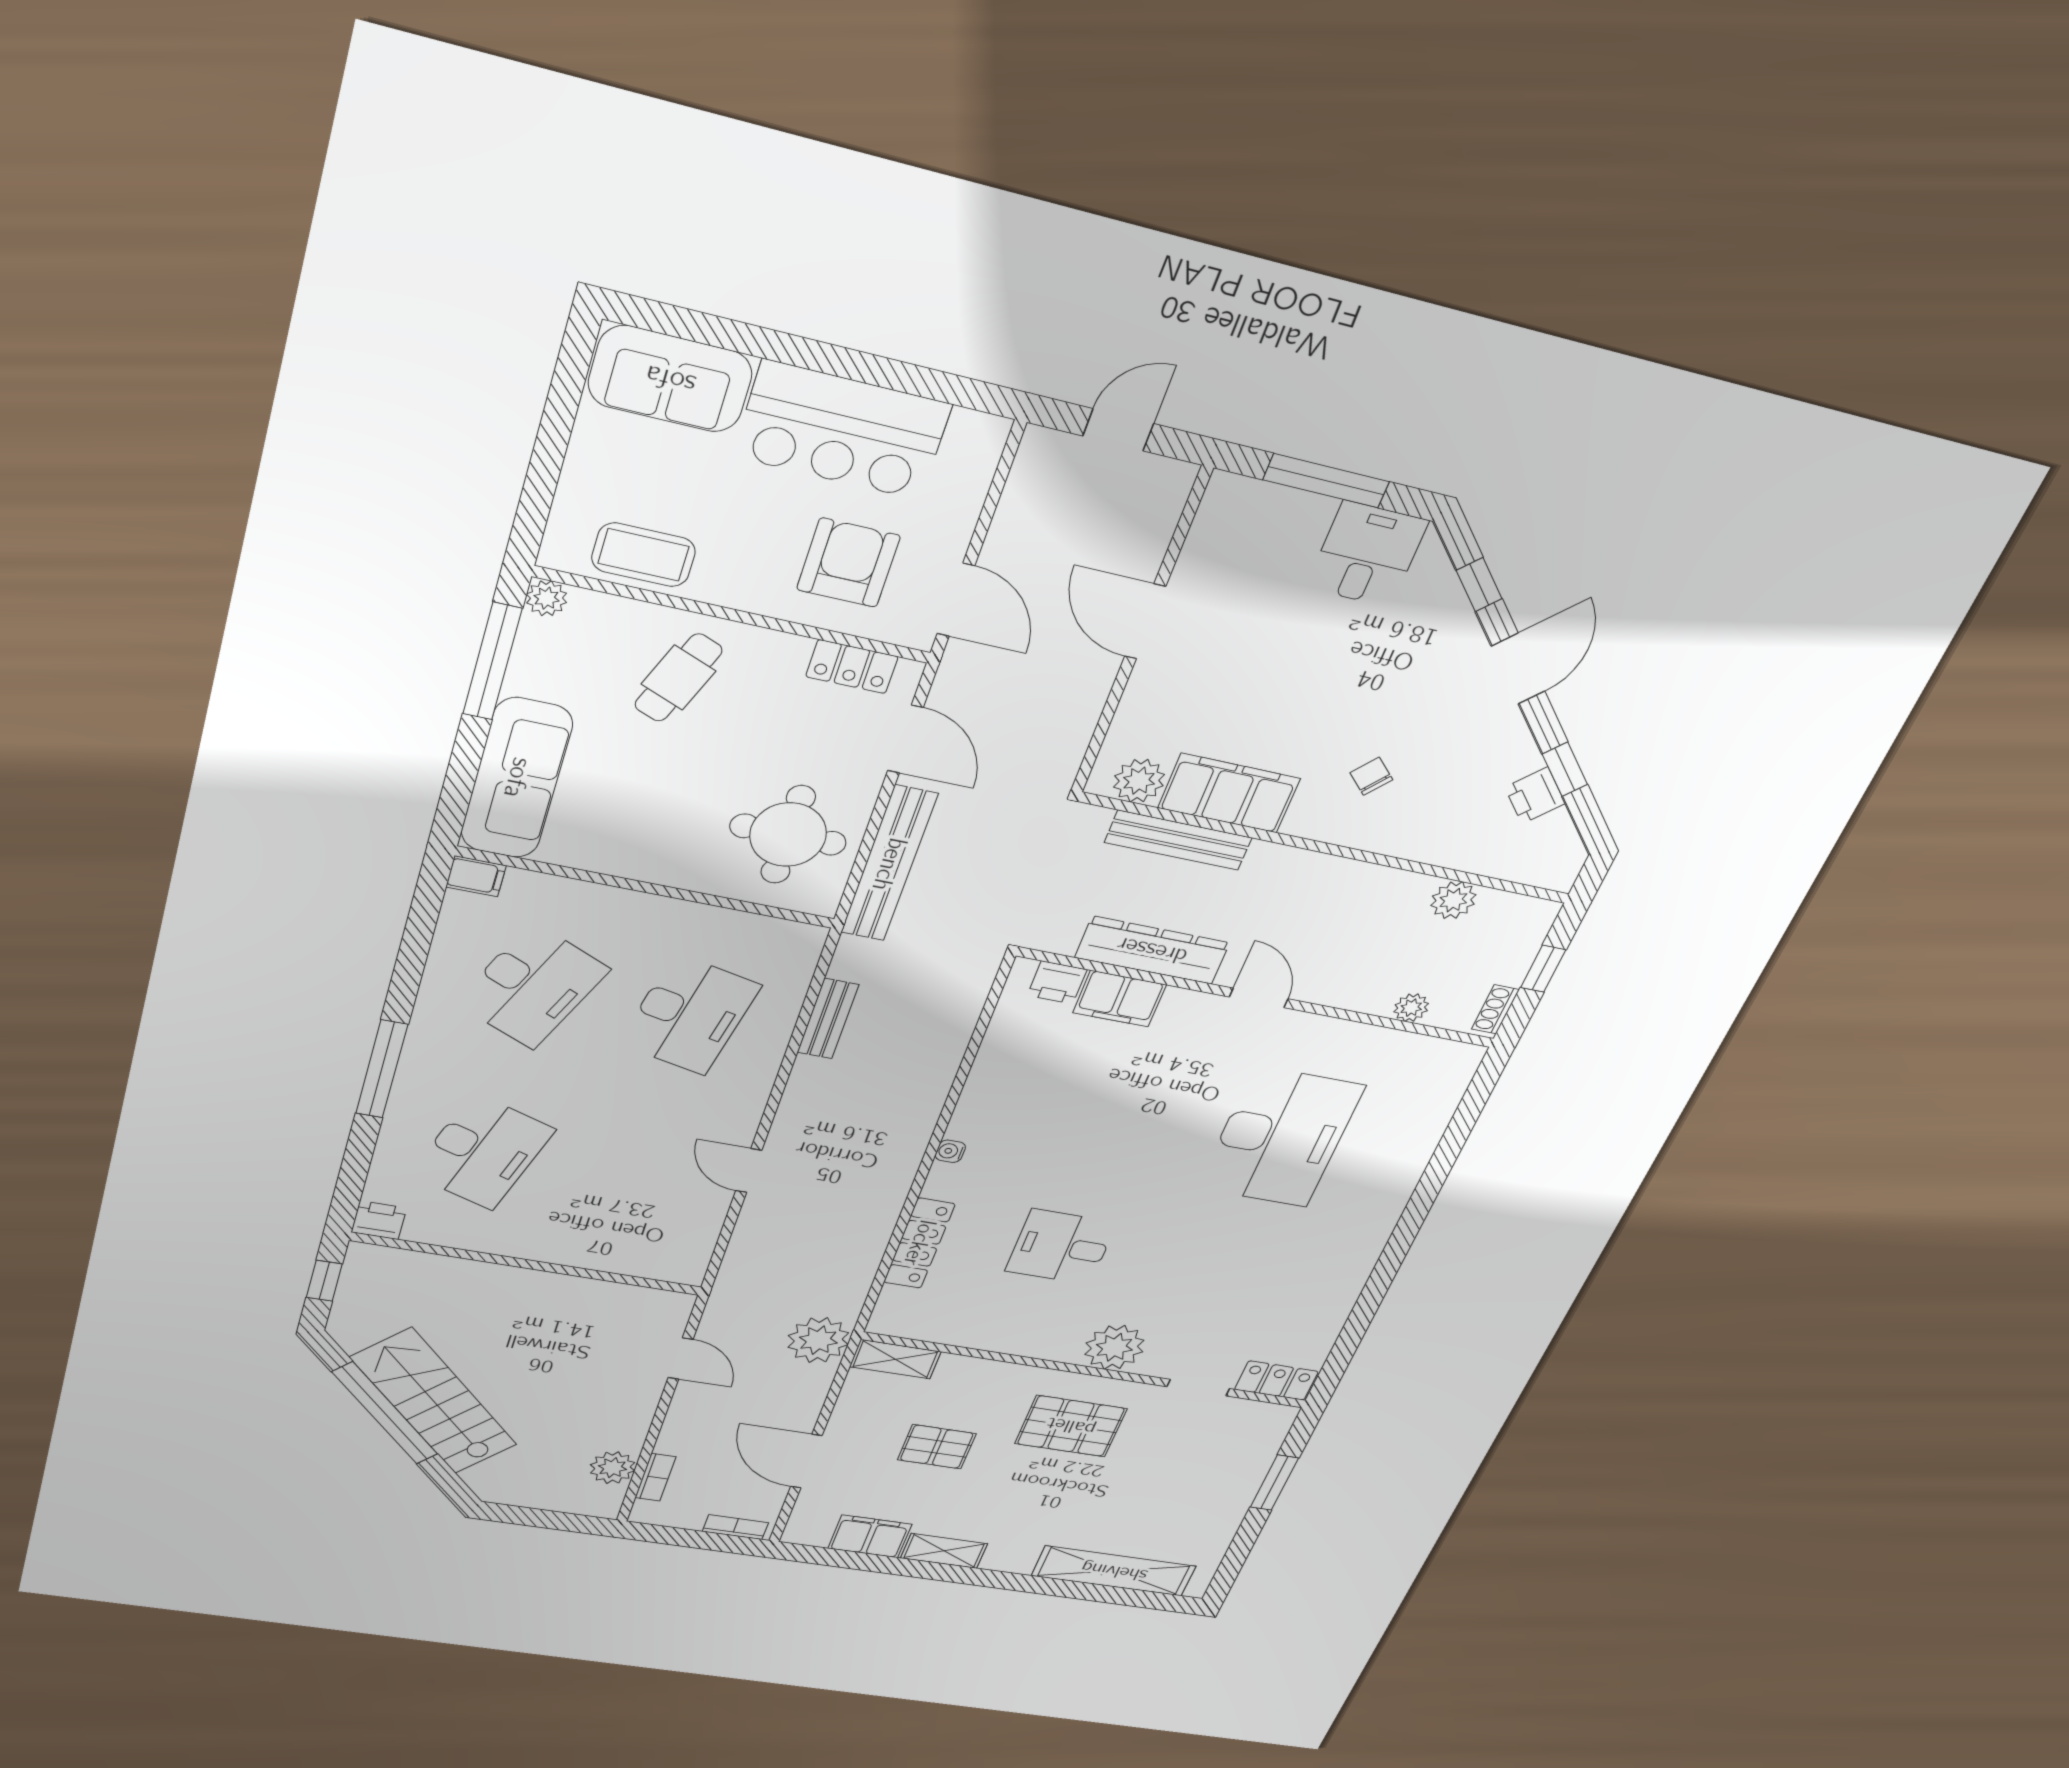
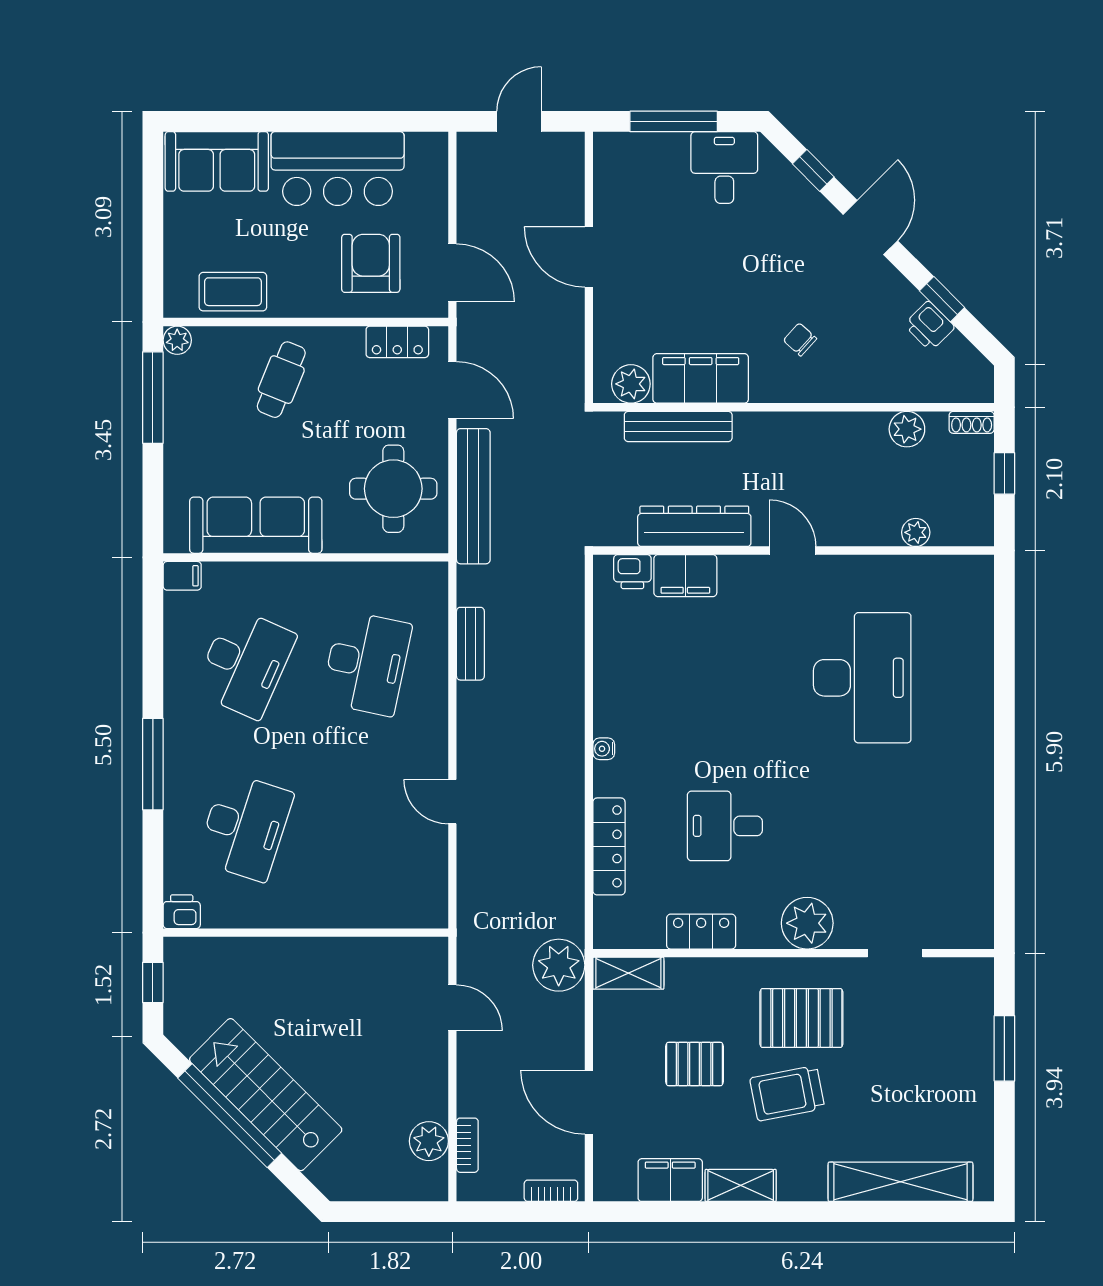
sofa: (517, 778) -> (256, 525), moved, turned -90
shoe rack: (1495, 1009) -> (972, 422), moved, turned -90
locker: (1276, 1380) -> (701, 932), moved
trolley: (1027, 1485) -> (787, 1093), added

